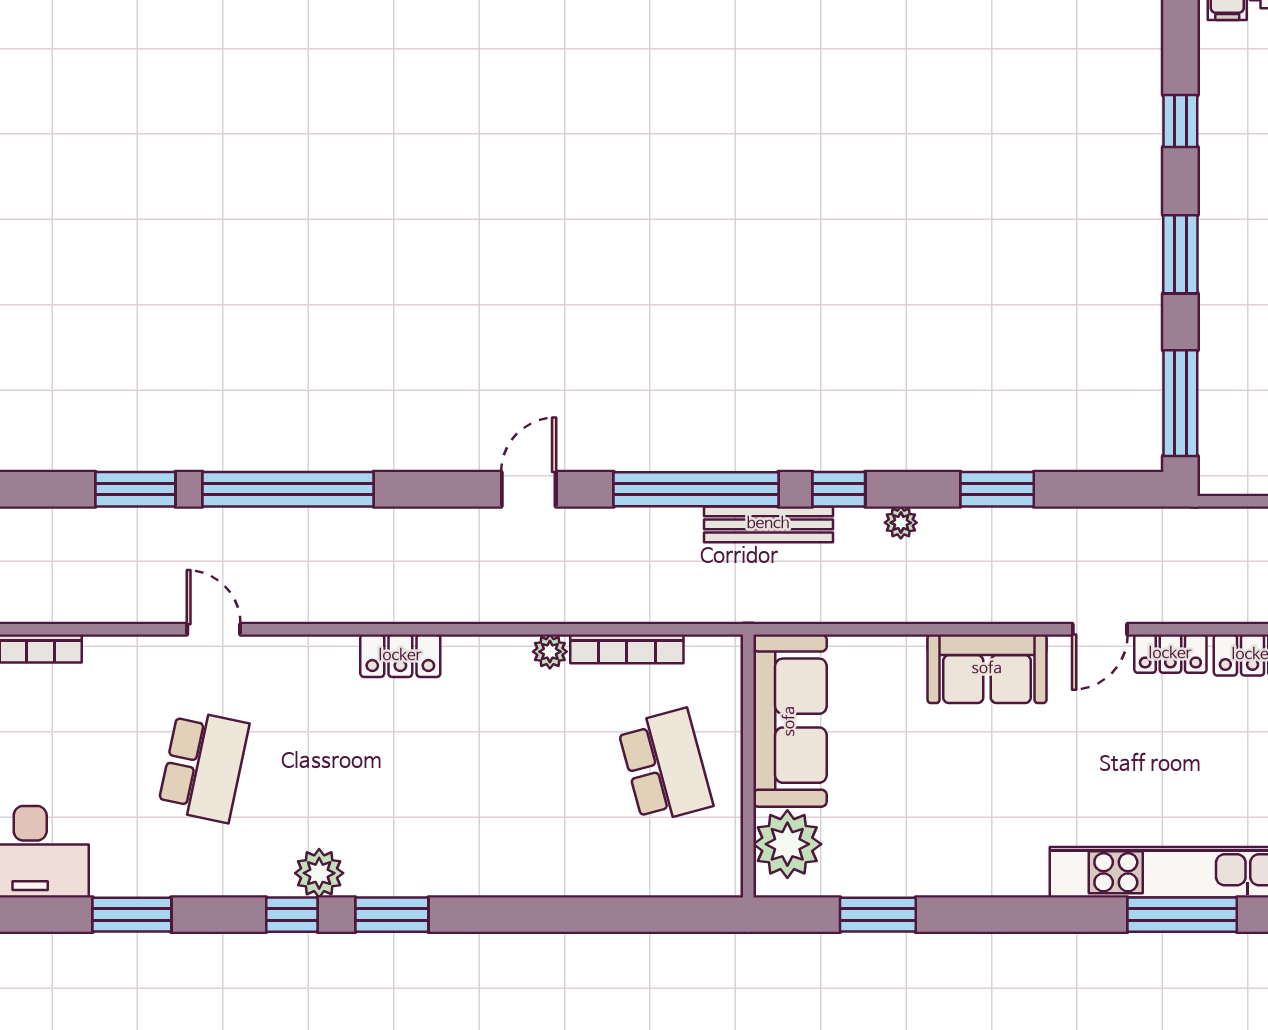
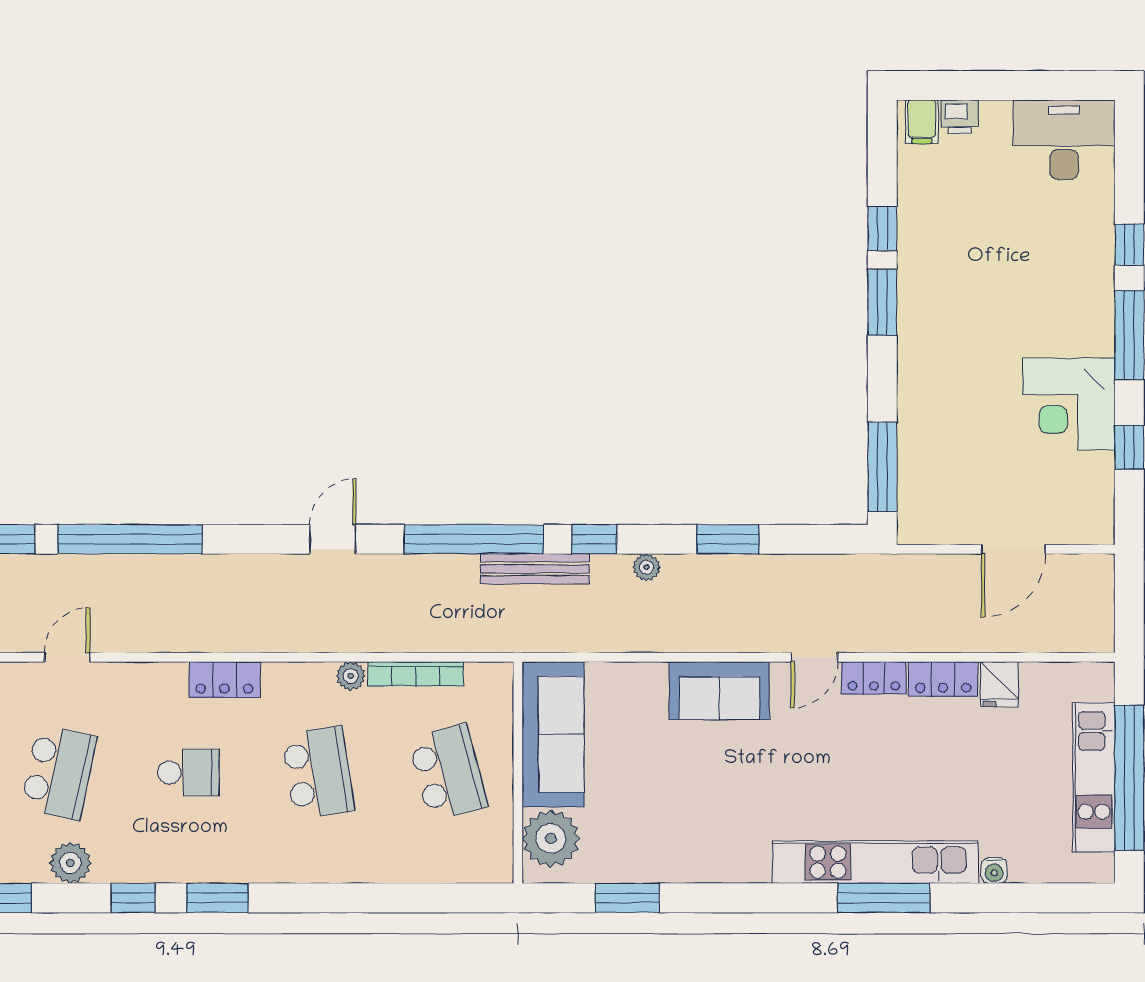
window: (1180, 254) -> (882, 302), moved
door: (214, 629) -> (67, 657), hinge flipped
school desk: (357, 766) -> (188, 773), added
school desk: (511, 766) -> (318, 773), added
plant: (319, 873) -> (70, 863), moved

